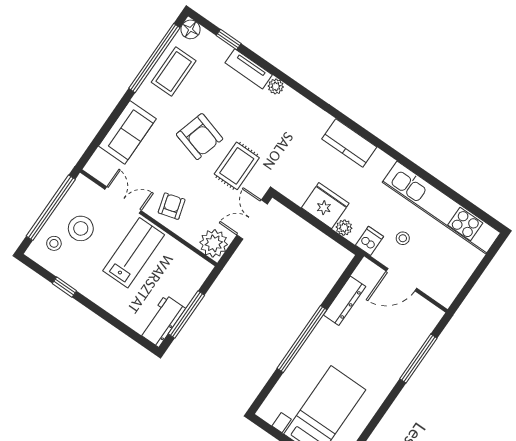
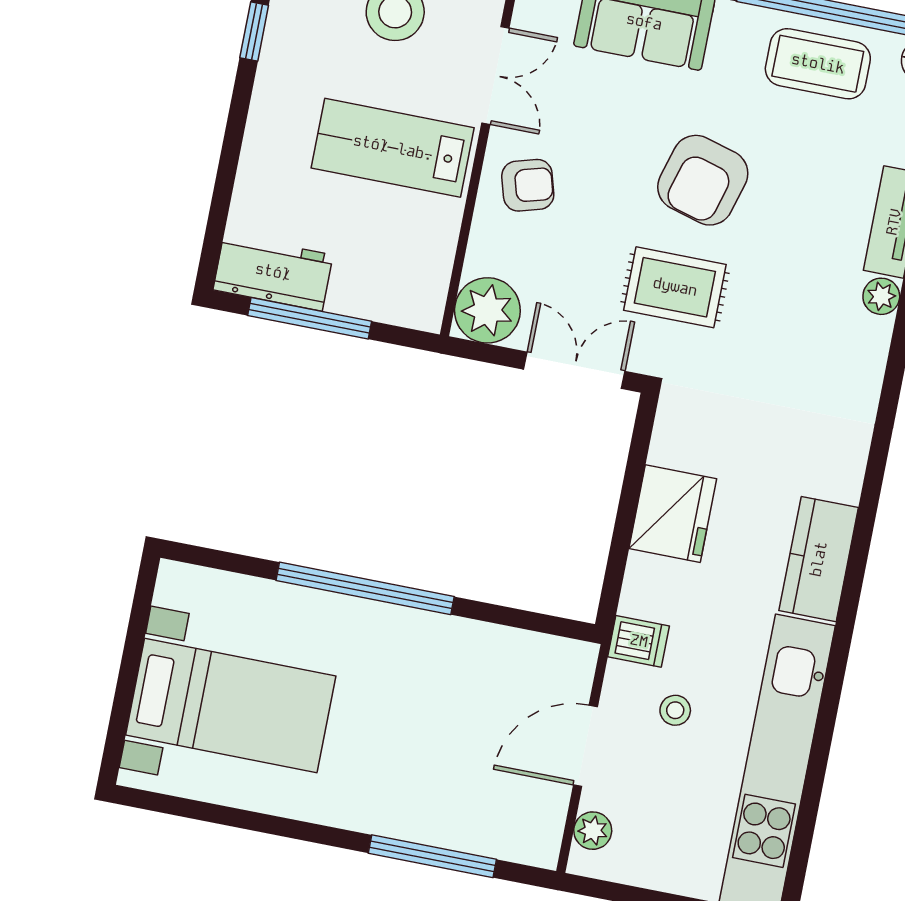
kitchen counter: (349, 143) -> (819, 559), moved
plant: (344, 228) -> (593, 831), moved
lab bench: (134, 253) -> (393, 148), turned 180
door: (401, 280) -> (585, 746), hinge flipped
dresser: (345, 301) -> (487, 644), removed

